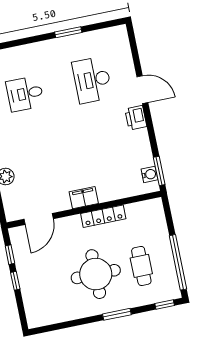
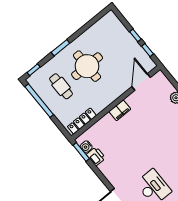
printer: (136, 118) -> (96, 156), moved
locker: (103, 216) -> (82, 121), moved

